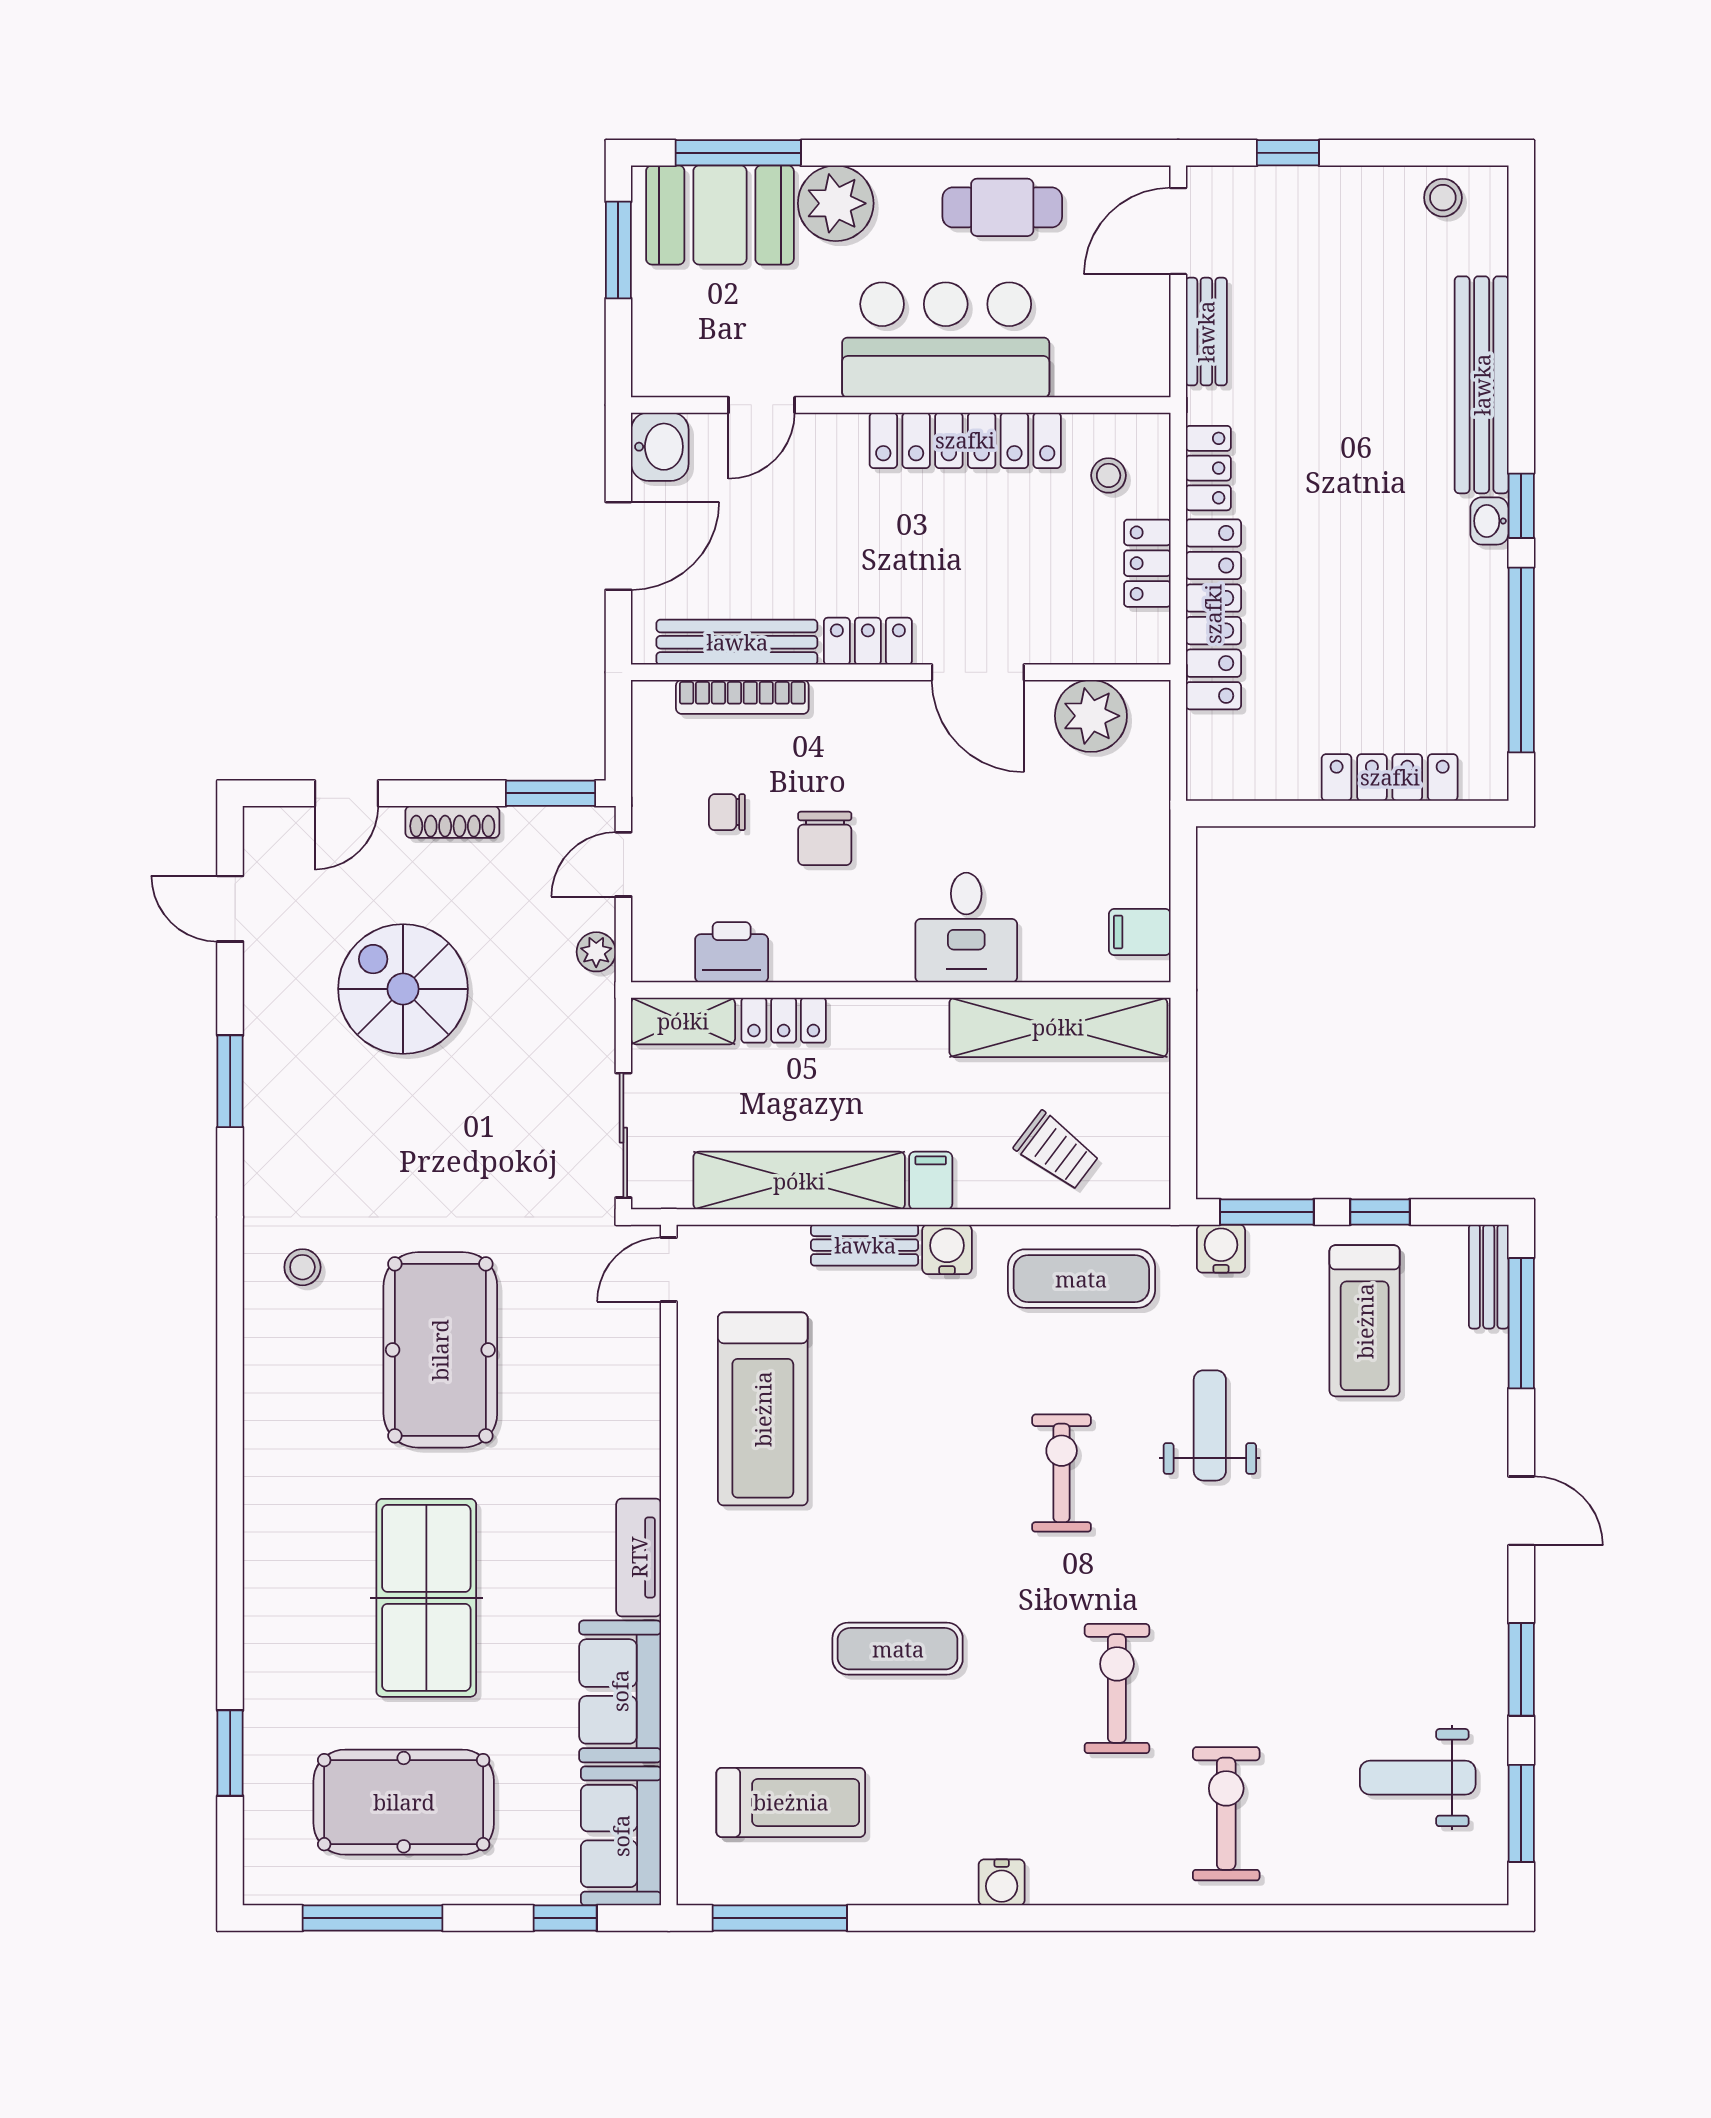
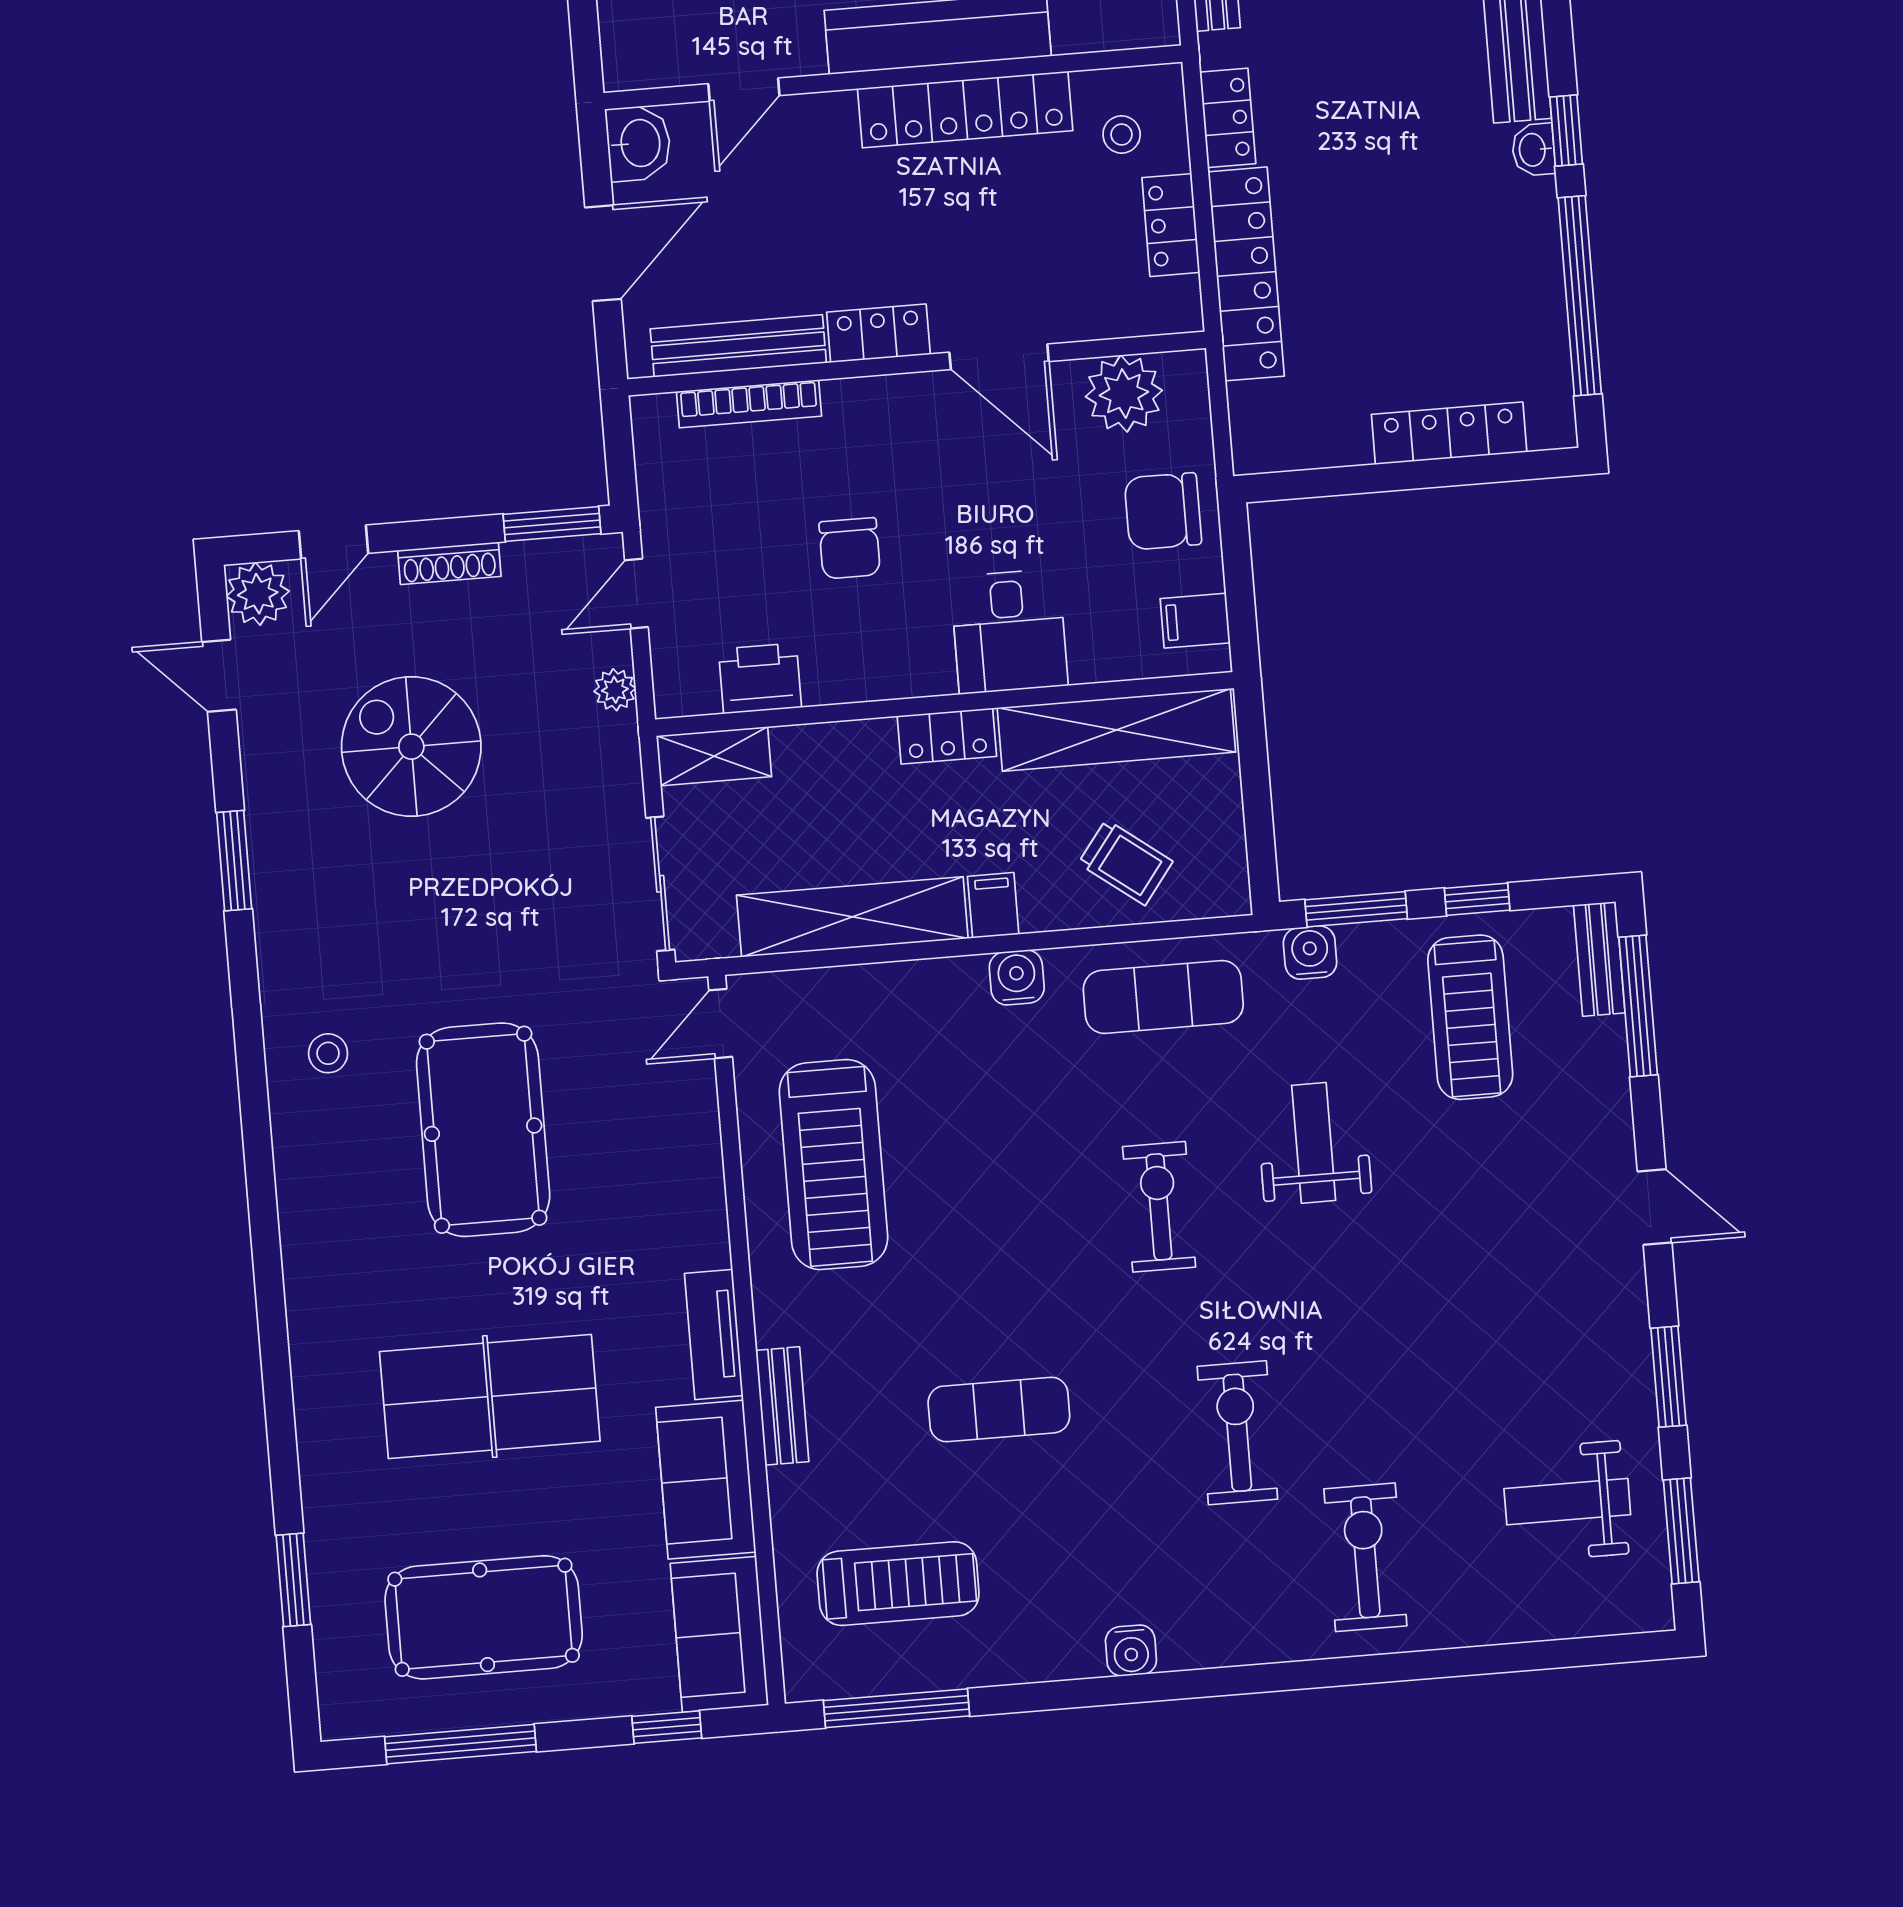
chair: (727, 812) -> (1163, 511), moved, width x1.87, depth x1.87
plant: (272, 835) -> (258, 594), added
locker: (784, 1020) -> (947, 736), moved
bench: (865, 1245) -> (782, 1406), moved, turned 90
table tennis table: (426, 1598) -> (490, 1396), turned 90

